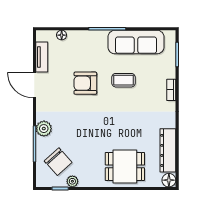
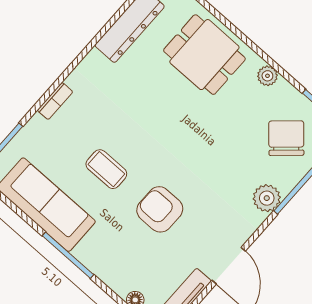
armchair: (85, 83) -> (160, 209), turned 180
plant: (72, 181) -> (267, 76), moved

